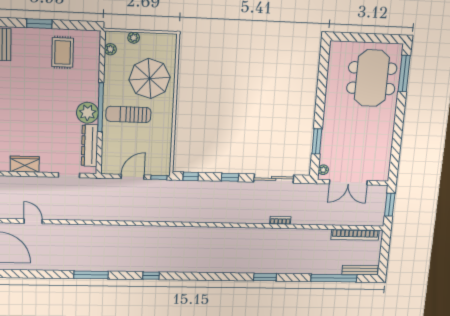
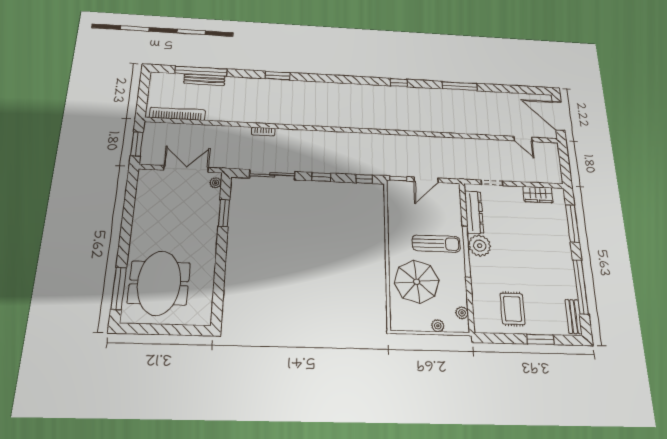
bench: (360, 270) -> (204, 80), moved

